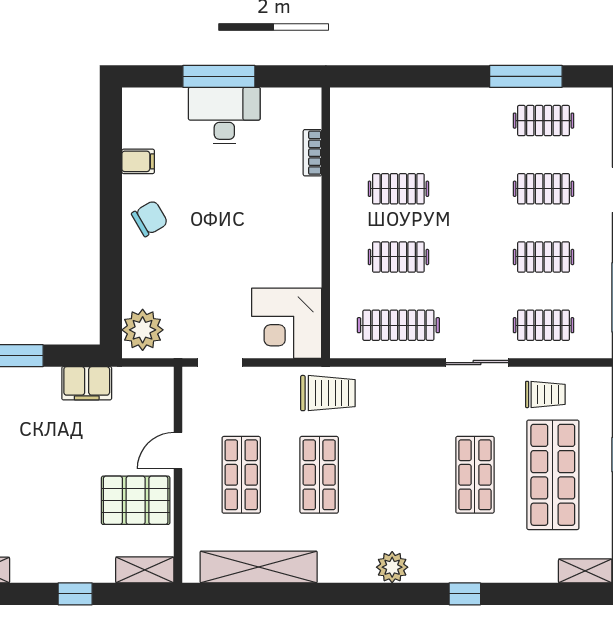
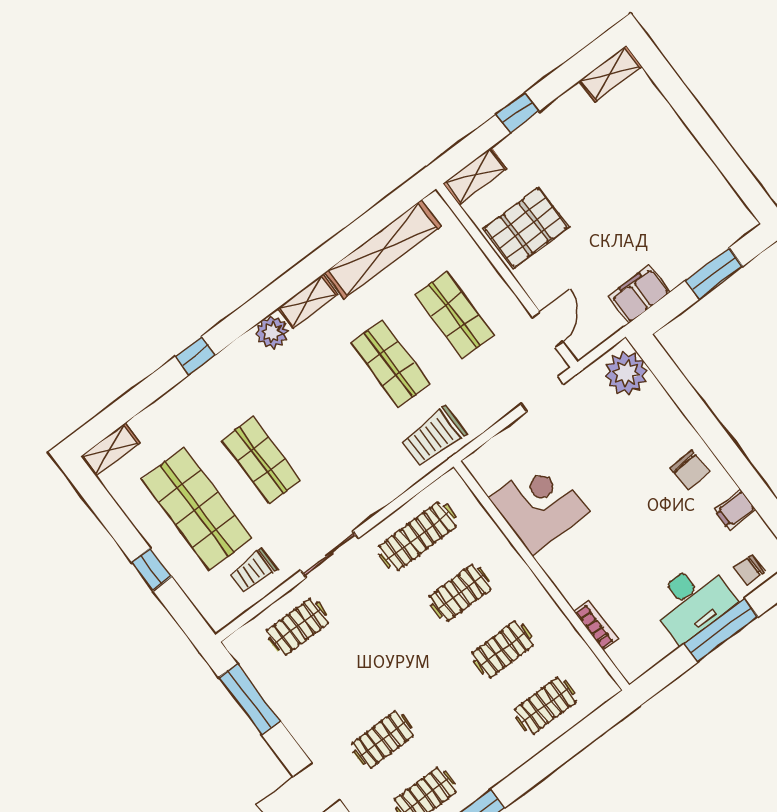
chair: (162, 107) -> (749, 570), added
chair: (150, 218) -> (690, 470), turned -64
clothes rail: (544, 257) -> (545, 706), moved
corner desk: (287, 323) -> (539, 505), moved
door: (178, 451) -> (548, 330), moved
shelving: (347, 571) -> (307, 301), added

